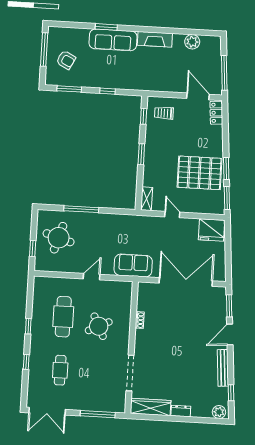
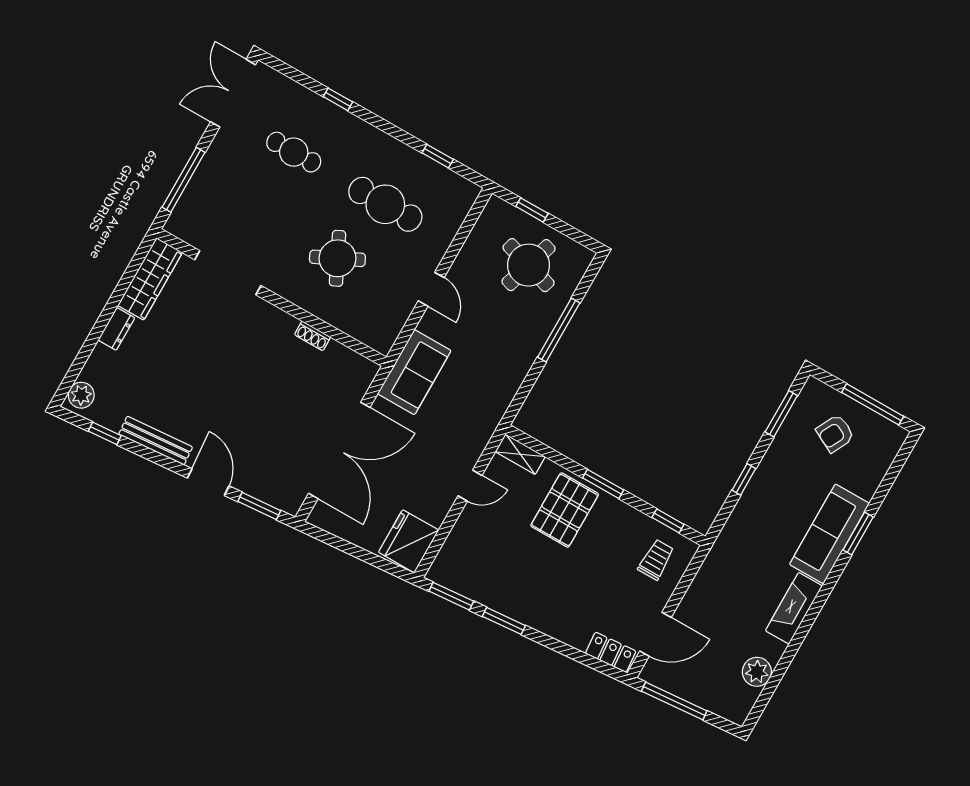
pallet: (200, 173) -> (565, 510), moved, width x0.73, depth x0.71
window: (28, 326) -> (438, 156), moved

